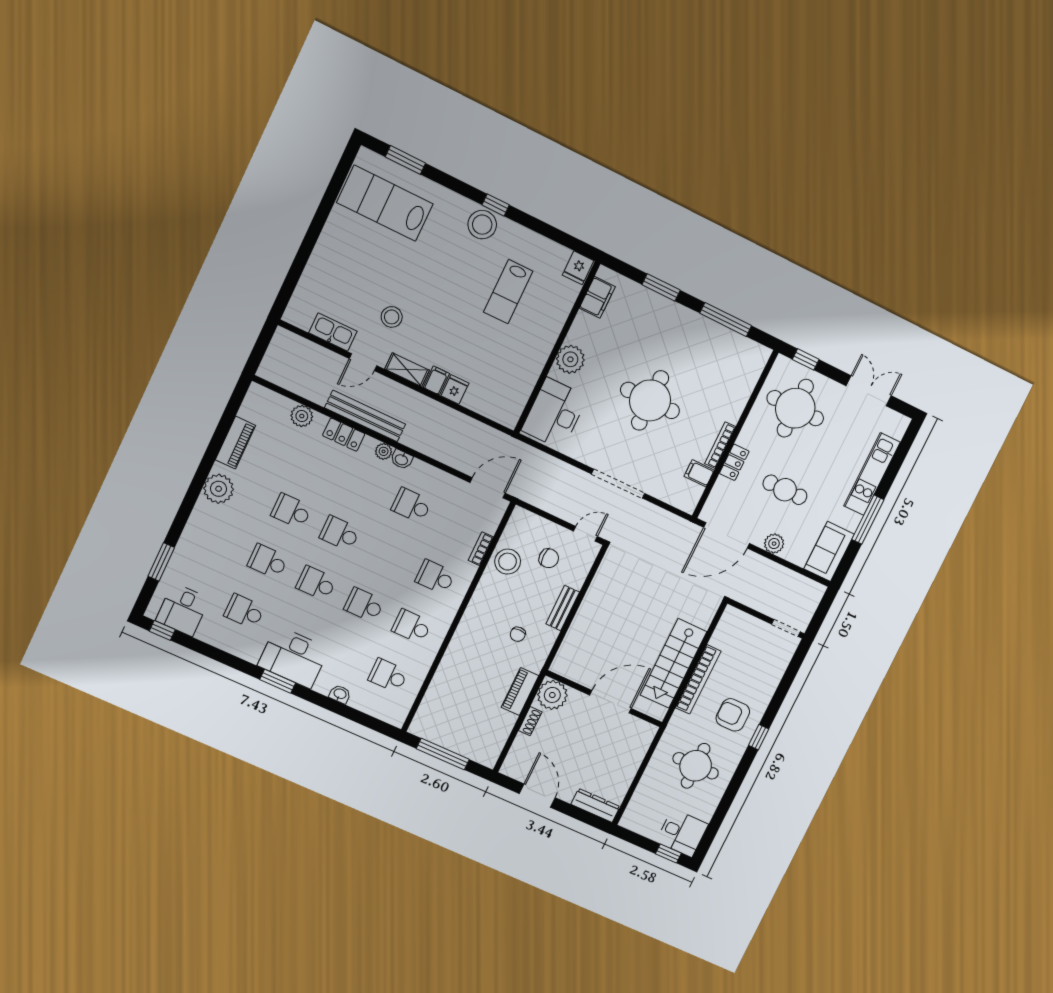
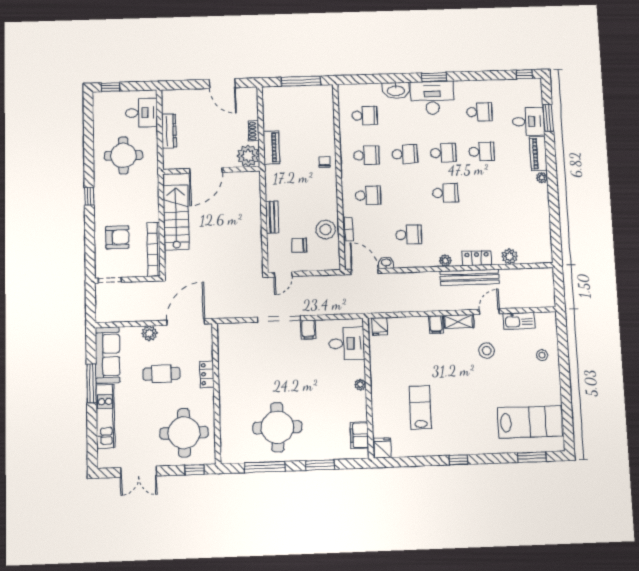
stool: (482, 225) -> (542, 355), moved, width x0.53, depth x0.53
plant: (570, 359) -> (360, 385), width x0.53, depth x0.53
fridge: (455, 389) -> (380, 326), moved
round table: (650, 400) -> (277, 427), moved
desk: (555, 413) -> (347, 343), width x0.73
piano: (235, 443) -> (538, 154), moved
bookcase: (720, 445) -> (223, 381), removed
washbasin: (402, 459) -> (386, 263), moved
filing cabinet: (699, 473) -> (308, 330), moved, turned 90
door: (488, 488) -> (365, 271), swing flipped
plant: (219, 489) -> (542, 178), width x0.53, depth x0.53
school desk: (291, 511) -> (484, 192), removed
sofa: (829, 551) -> (108, 355), width x1.36
desk: (183, 610) -> (528, 121), moved, turned 90
chair: (518, 634) -> (325, 162), moved
bookcase: (698, 679) -> (154, 249), moved
washbasin: (340, 694) -> (396, 90), width x1.91, depth x1.45
armchair: (733, 715) -> (117, 237), moved
dresser: (595, 805) -> (169, 131), moved, turned -90
desk: (682, 833) -> (141, 113), moved, turned 180

